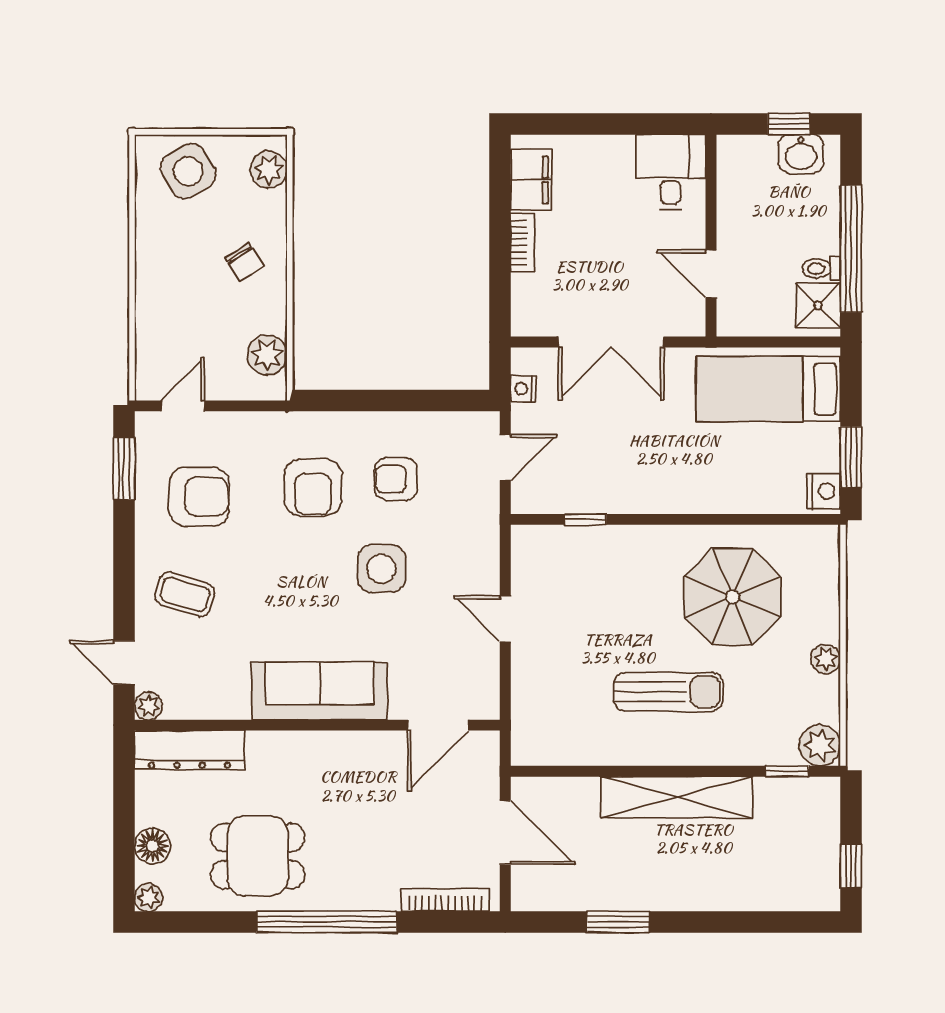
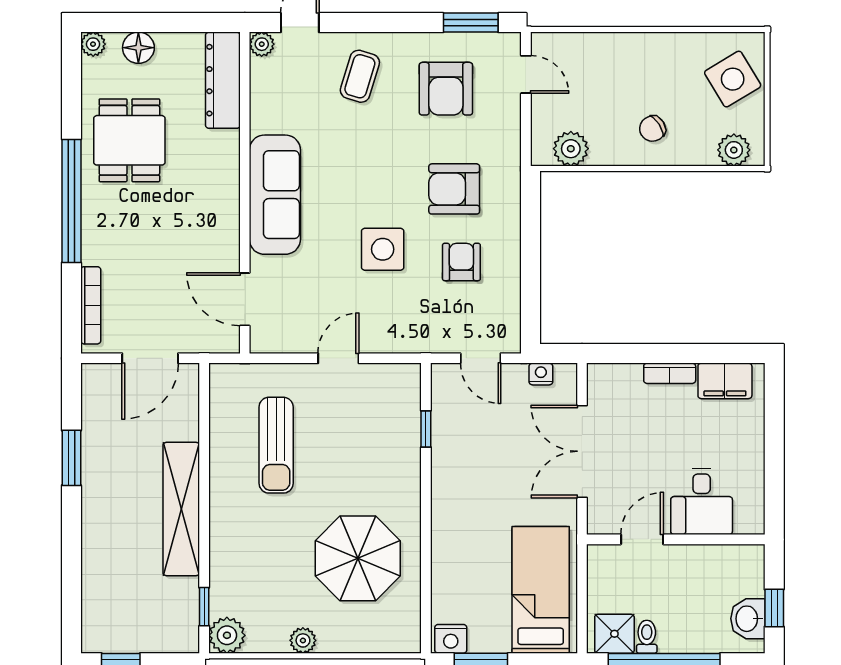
desk: (671, 172) -> (702, 502), moved, turned 90
sun lounger: (668, 692) -> (276, 445), moved

